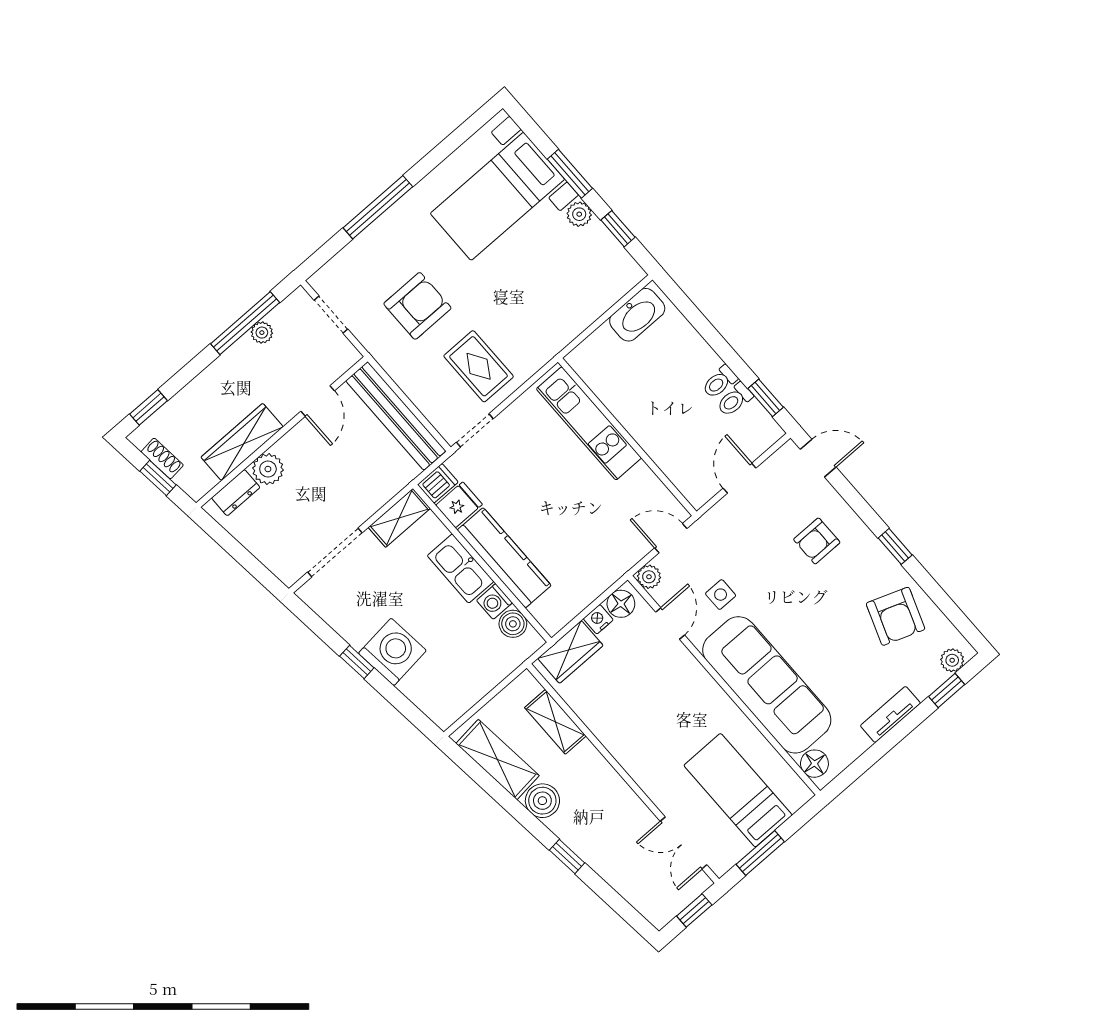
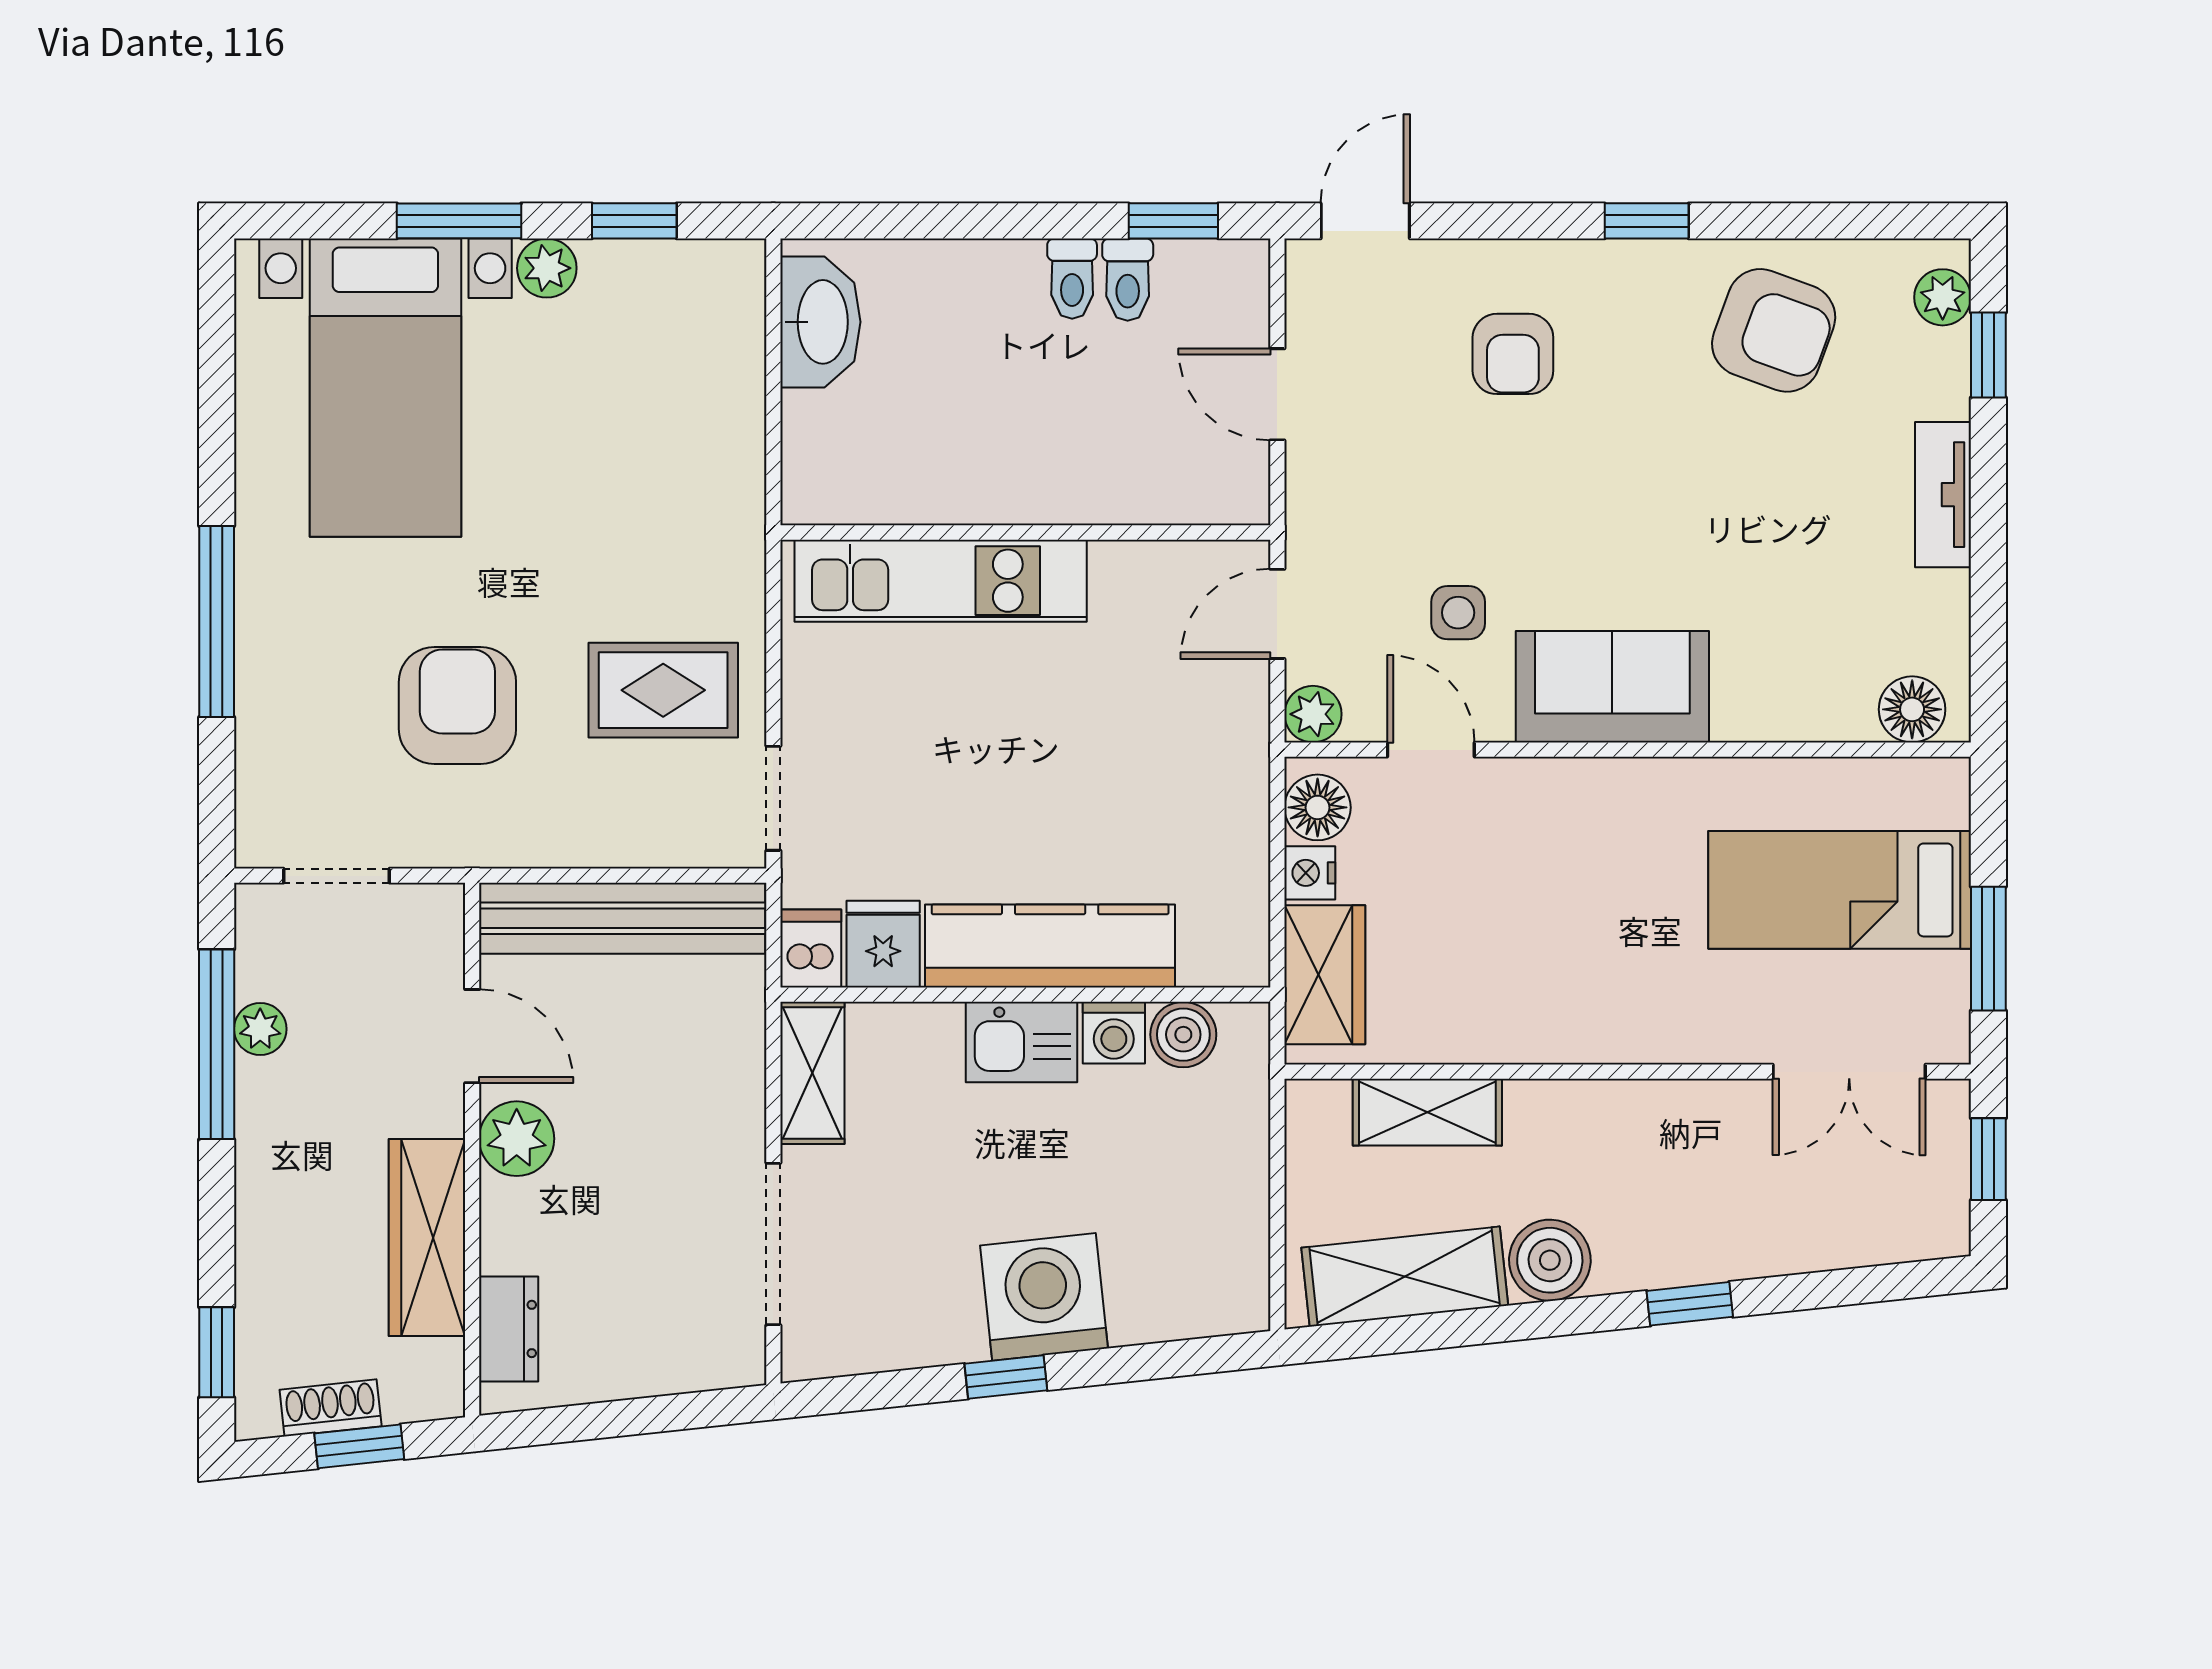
plant: (268, 469) -> (517, 1139), moved
kitchen sink: (461, 569) -> (1022, 1042), width x0.73
sofa: (767, 685) -> (1612, 687), width x0.54, depth x0.79

